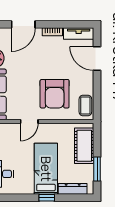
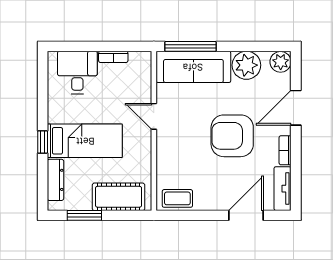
door: (23, 24) -> (296, 108), hinge flipped
armchair: (55, 94) -> (232, 136), moved

